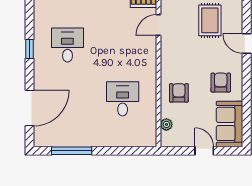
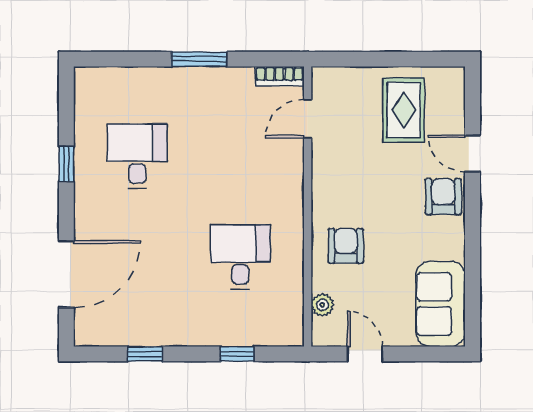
armchair: (221, 83) -> (443, 197), moved
window: (72, 151) -> (145, 354), width x0.46
window: (121, 151) -> (237, 354), added
door: (204, 151) -> (365, 354), moved

